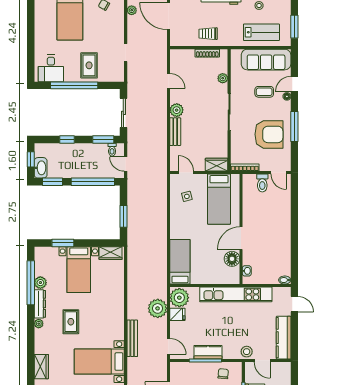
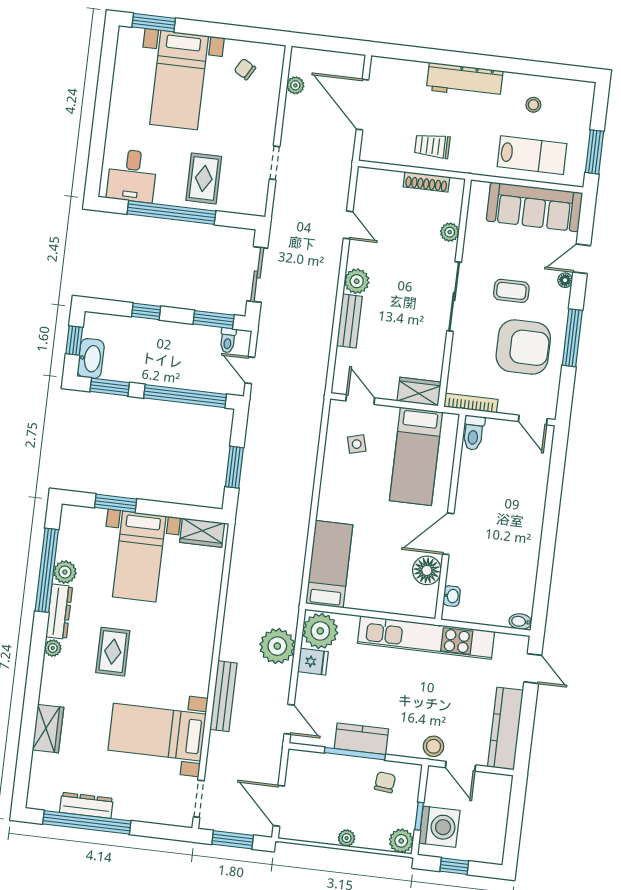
coffee table: (264, 92) -> (511, 291), moved
toilet: (262, 183) -> (473, 433), moved

